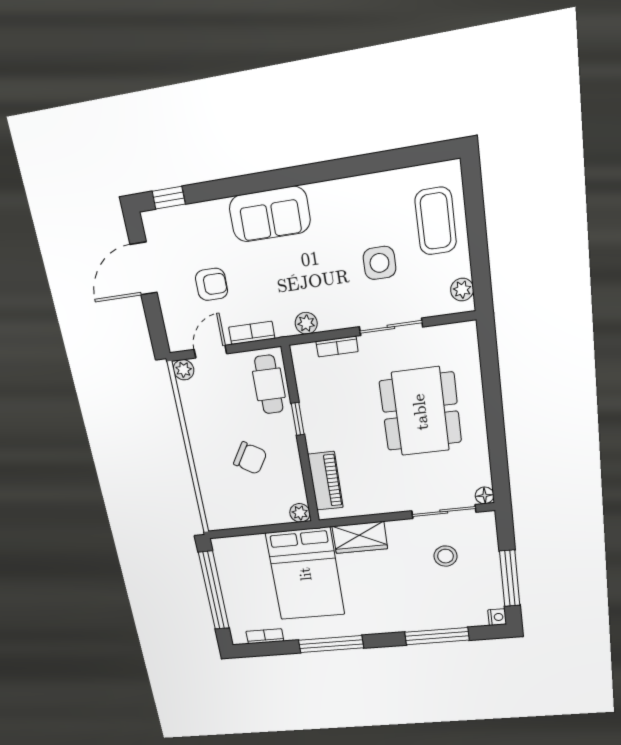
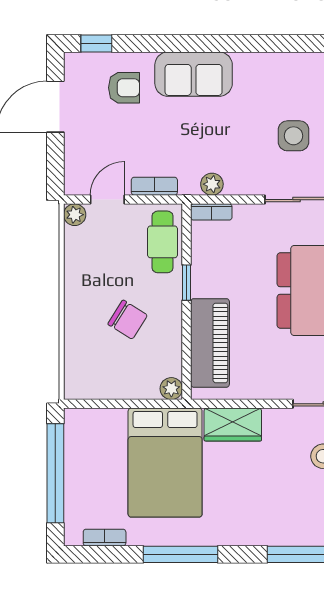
armchair: (212, 284) -> (124, 88), moved
bookcase: (337, 346) -> (211, 212), moved
piano: (325, 481) -> (210, 343), width x1.37, depth x1.33

